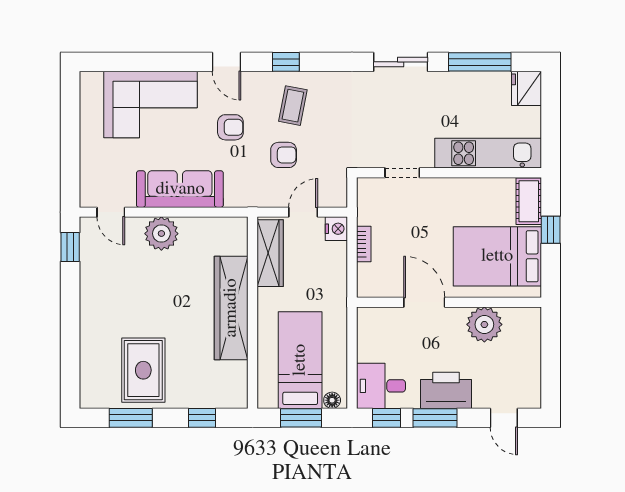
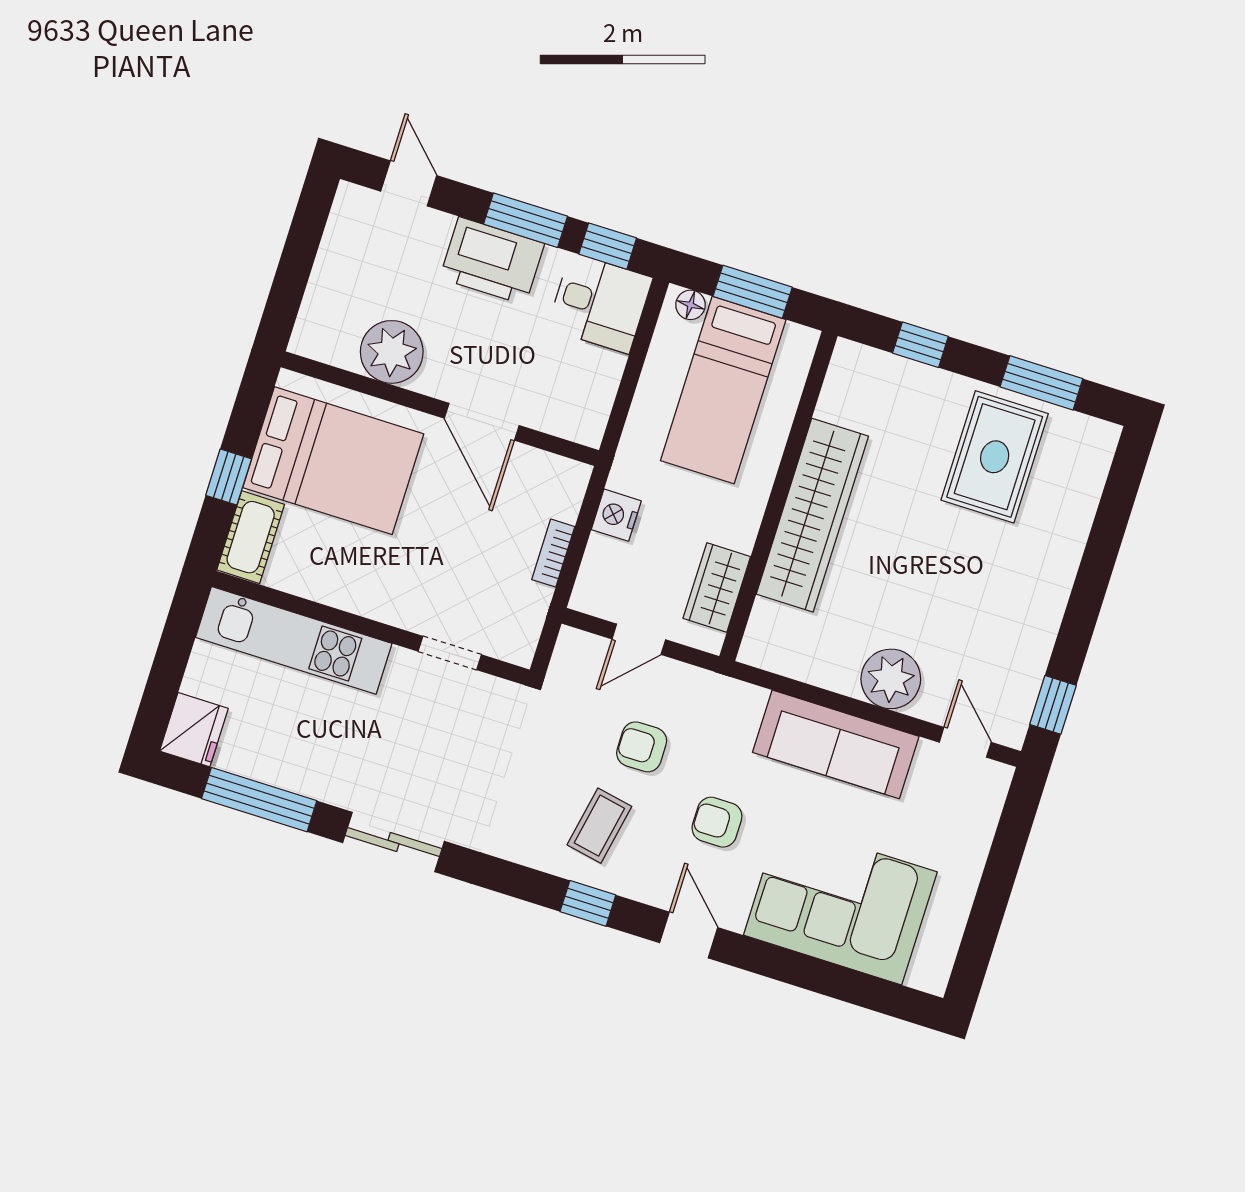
nightstand: (336, 229) -> (616, 515), moved
wardrobe: (270, 253) -> (717, 587), width x0.67

